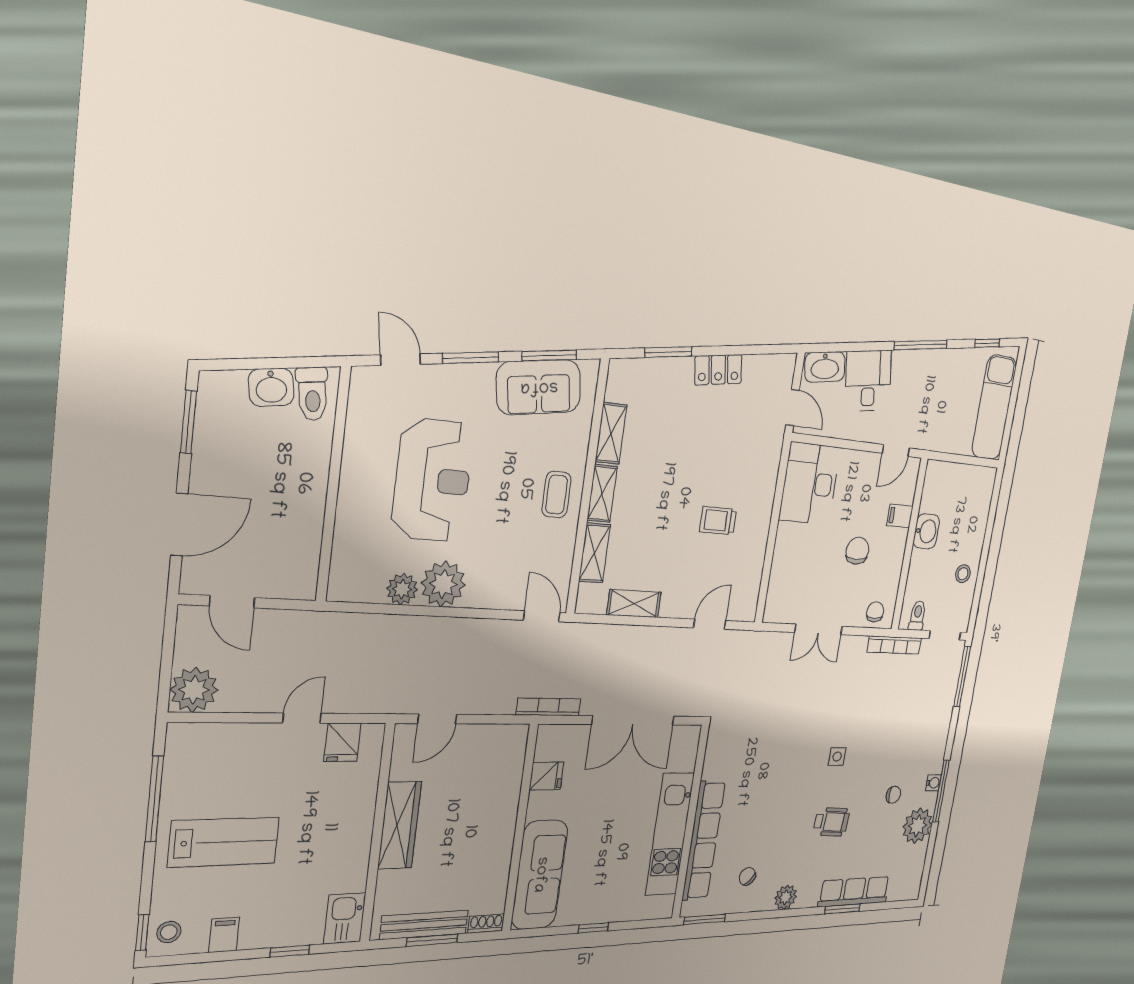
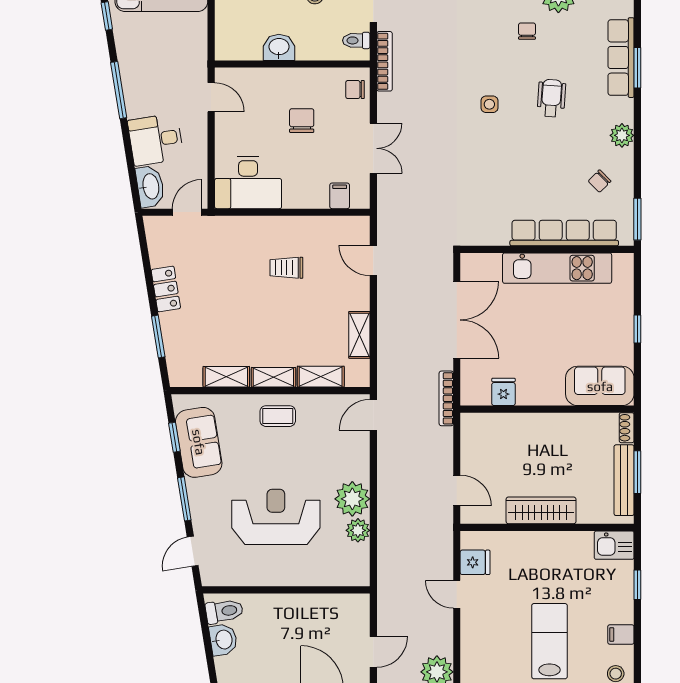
window: (549, 355) -> (174, 437), width x0.67
filing cabinet: (900, 516) -> (340, 196), moved, turned 180
trolley: (718, 521) -> (286, 268), turned 90
chair: (857, 551) -> (302, 121), turned 90
sofa: (540, 875) -> (600, 386), width x0.73

